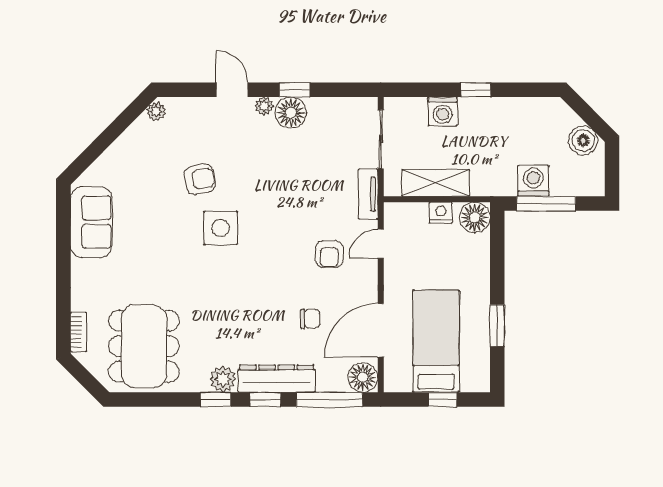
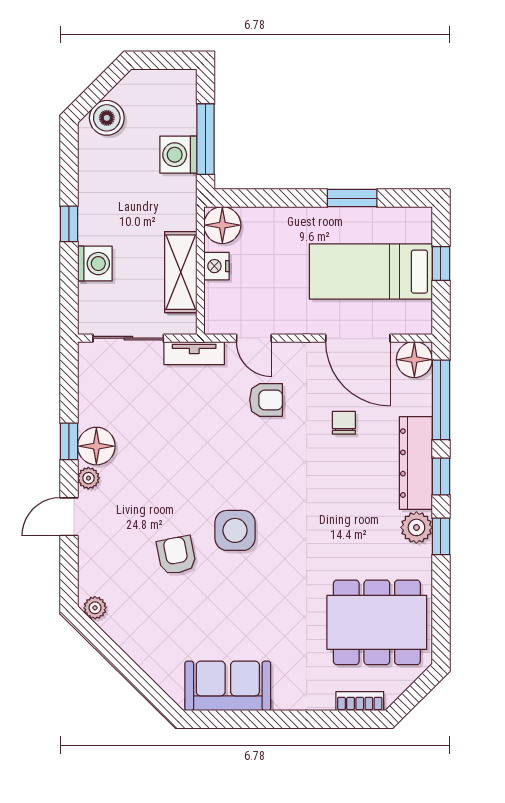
boiler: (583, 141) -> (107, 118), moved

